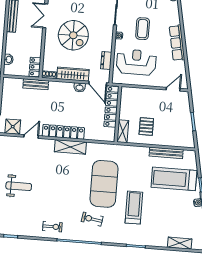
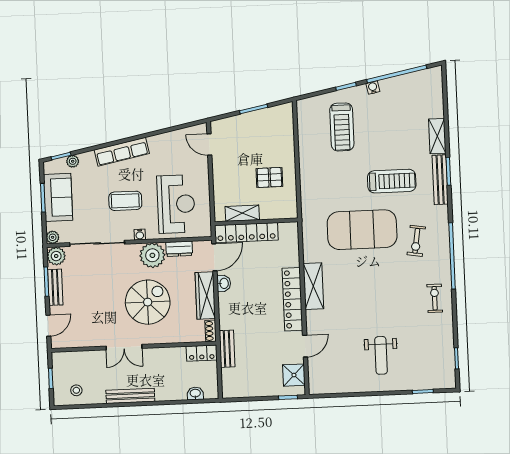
plant: (104, 42) -> (152, 255), added
row of seats: (177, 43) -> (122, 152), moved
reception desk: (136, 62) -> (176, 204), turned 180
shelving: (123, 131) -> (242, 213), moved
door: (31, 136) -> (305, 346), swing flipped
bench: (166, 153) -> (440, 180), moved
treadmill: (174, 179) -> (342, 127), width x0.73, depth x0.73
weight bench: (19, 186) -> (381, 355), turned 180
treadmill: (134, 208) -> (392, 181), turned 180
shelving: (180, 243) -> (437, 136), moved

